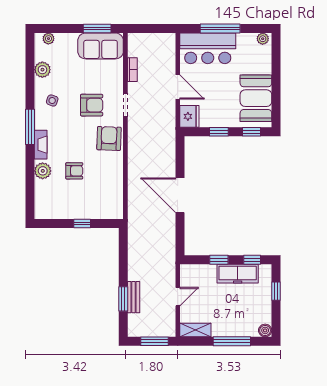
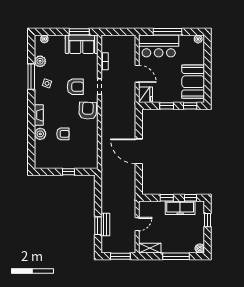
window: (30, 127) -> (31, 77), moved

